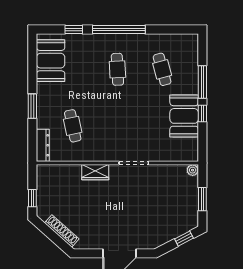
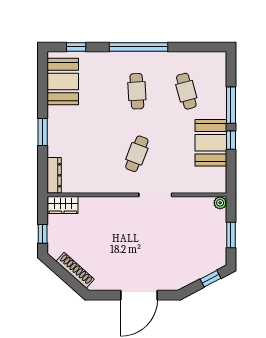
window: (74, 29) -> (76, 47), moved
cafe table: (73, 126) -> (137, 154), moved, turned 33
wardrobe: (95, 172) -> (63, 205), moved

